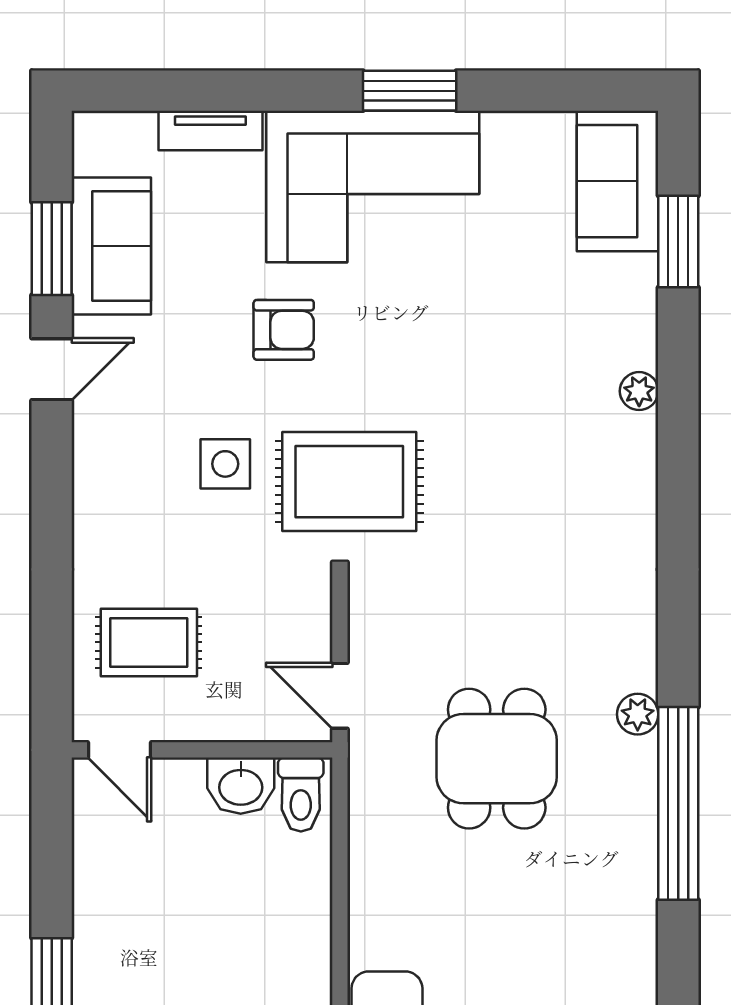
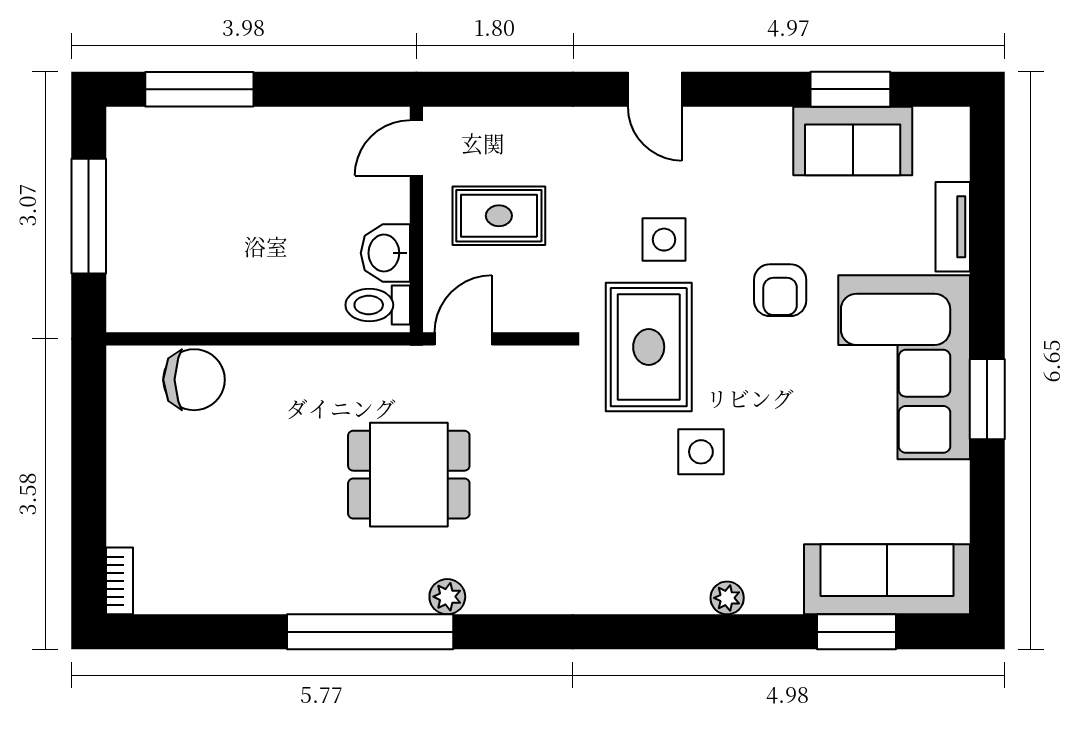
sofa: (617, 181) -> (887, 579), width x1.36
door: (52, 369) -> (655, 89), moved
side table: (470, 421) -> (701, 452), added
rug: (149, 642) -> (499, 216), moved, turned 90

